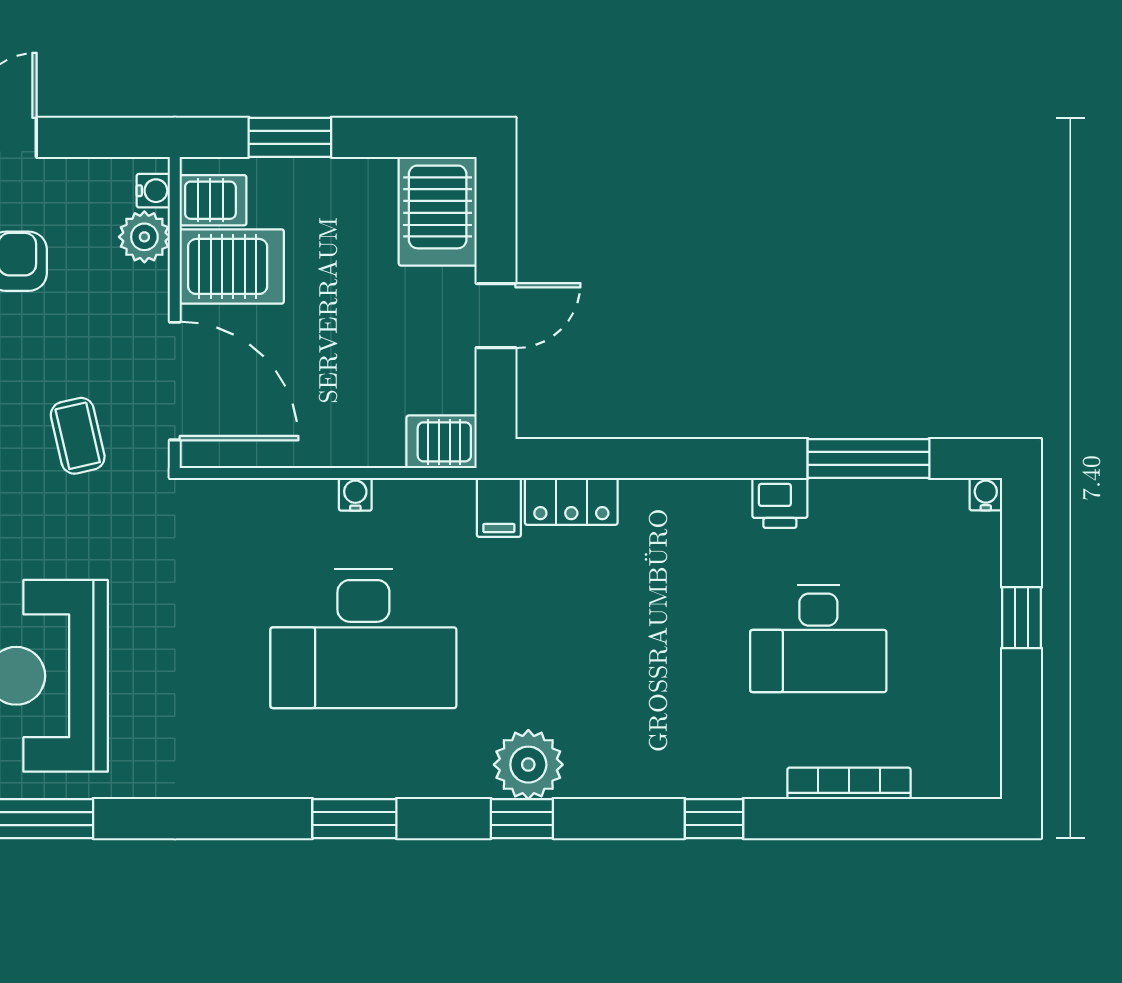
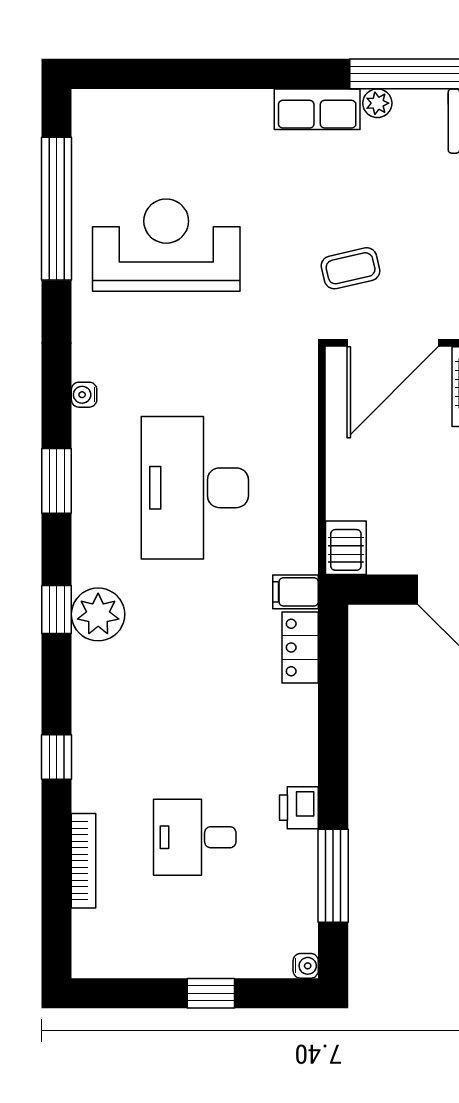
water cooler: (355, 494) -> (84, 395), moved, turned 180
desk: (818, 639) -> (195, 837), width x0.73

